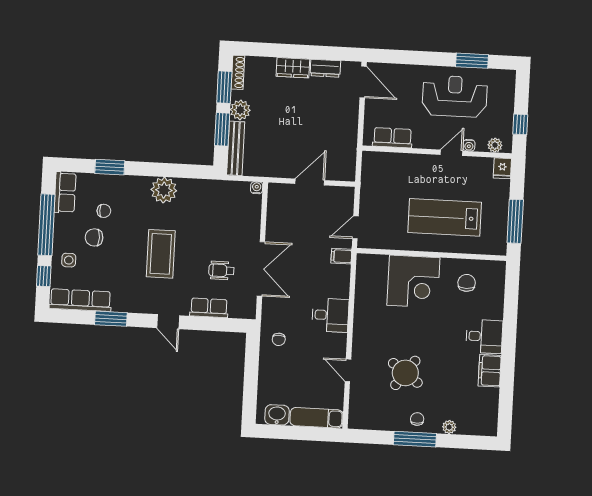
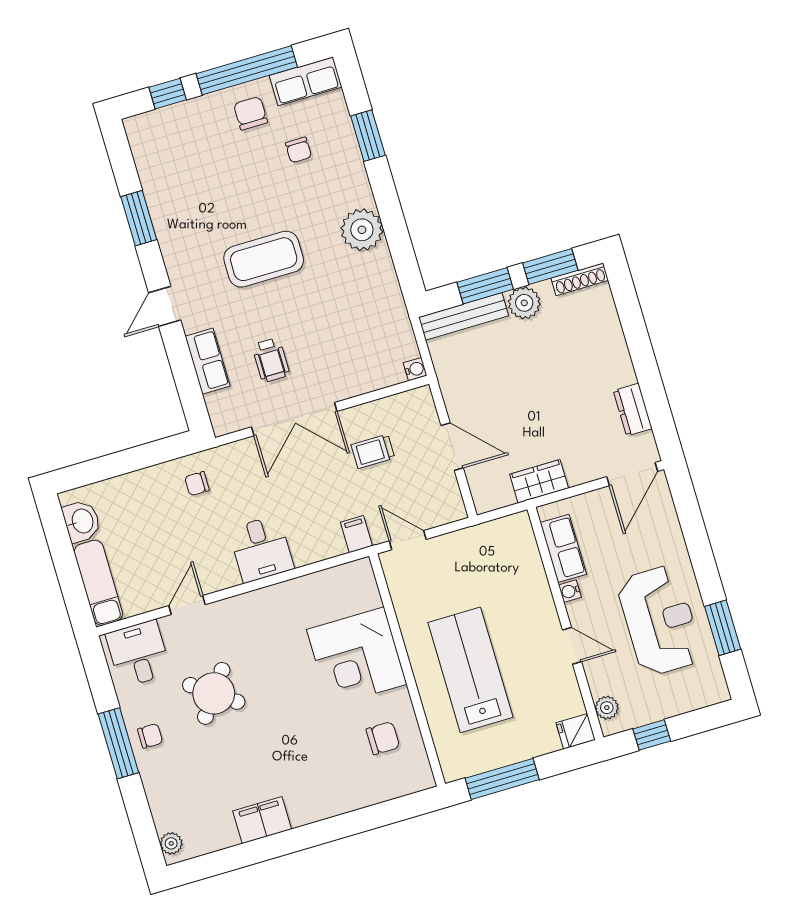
wardrobe: (293, 68) -> (539, 481), moved, turned 90
water cooler: (469, 145) -> (570, 591), moved
trolley: (296, 229) -> (373, 451), added
chair: (94, 237) -> (251, 113), moved
side table: (69, 260) -> (205, 123), removed
wheelchair: (221, 270) -> (271, 360), turned 180
row of seats: (80, 300) -> (151, 162), removed
desk: (484, 336) -> (138, 654), moved, turned 180
plant: (449, 427) -> (171, 843), moved

